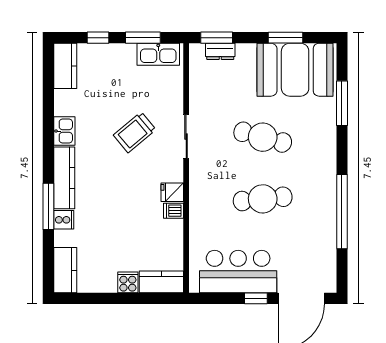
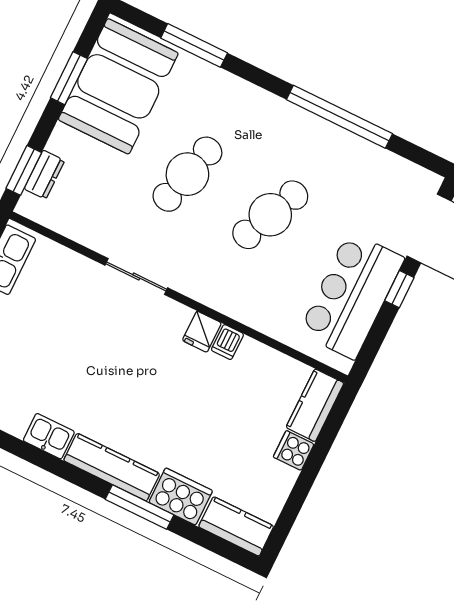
trolley: (135, 132) -> (97, 343), removed
cafe table: (263, 199) -> (270, 215), turned 30
cooker: (64, 220) -> (181, 497), width x1.87, depth x1.31

